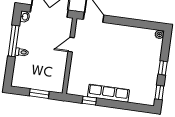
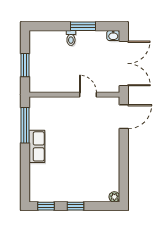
window: (14, 41) -> (83, 26), width x0.69
row of seats: (108, 93) -> (37, 146), width x0.68
window: (89, 101) -> (25, 125), width x2.17

